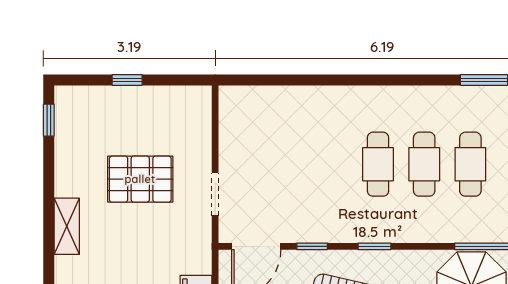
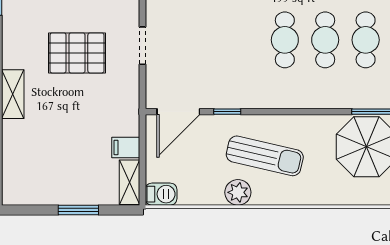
doorway: (215, 194) -> (142, 46), moved
window: (375, 246) -> (282, 112), removed

